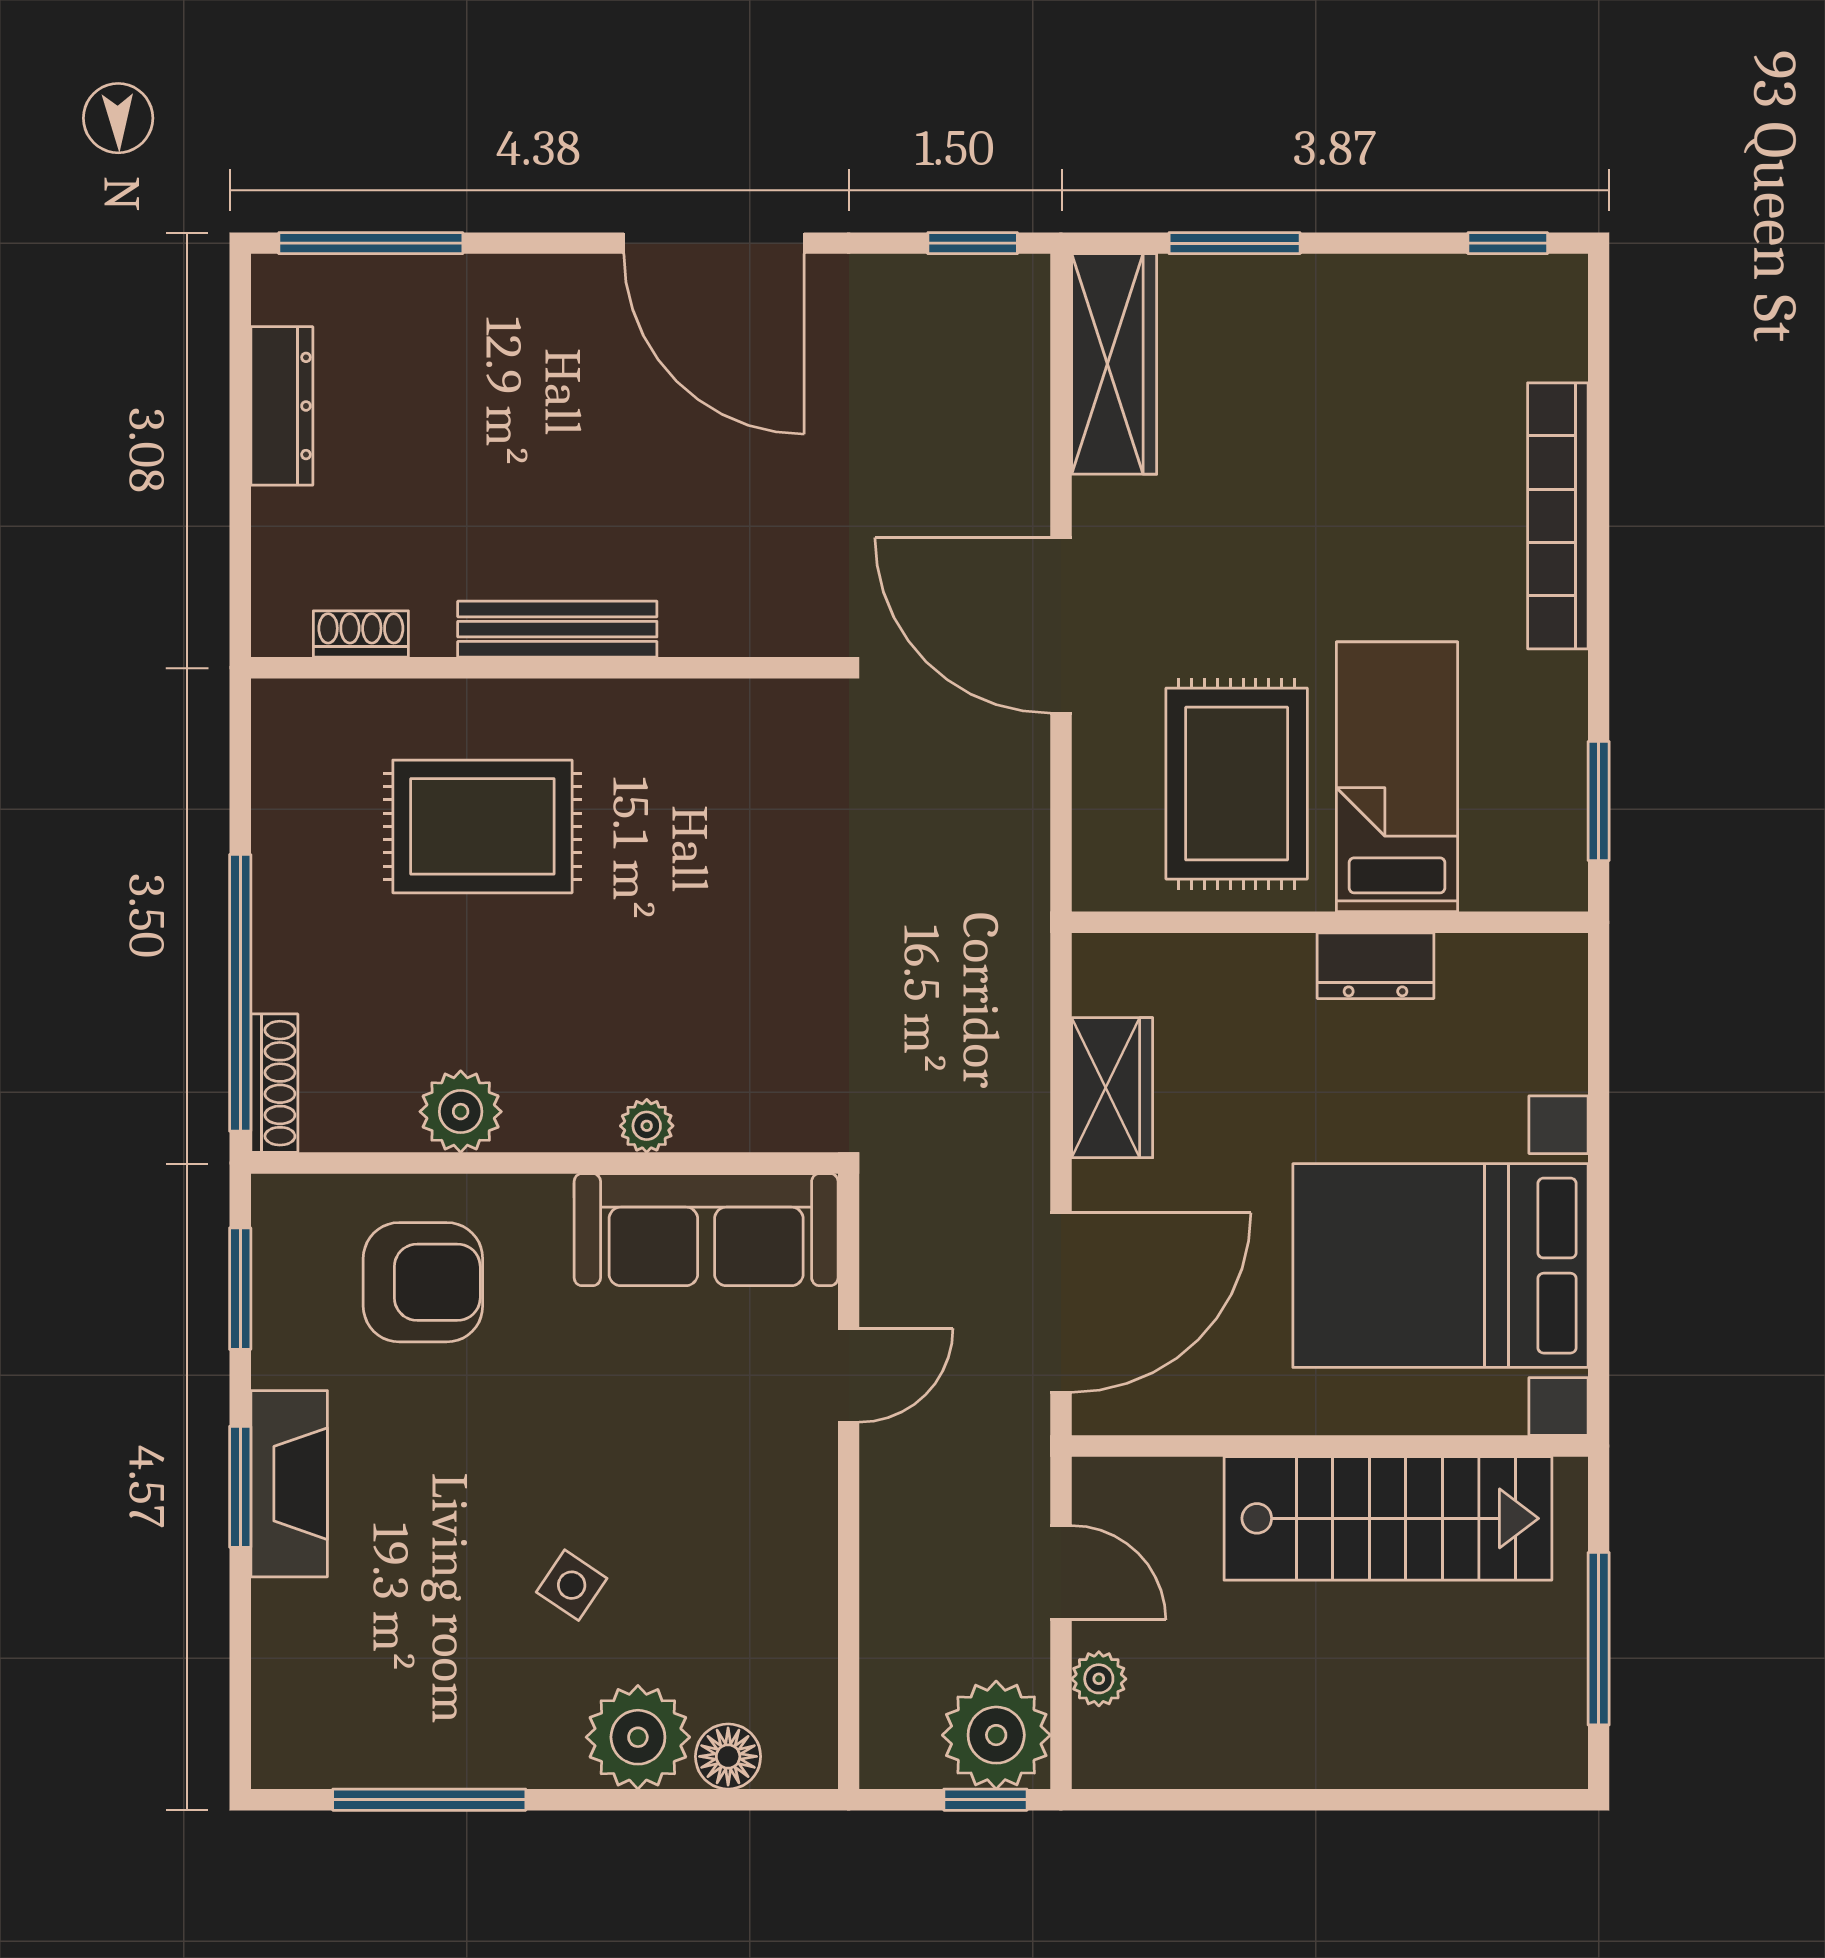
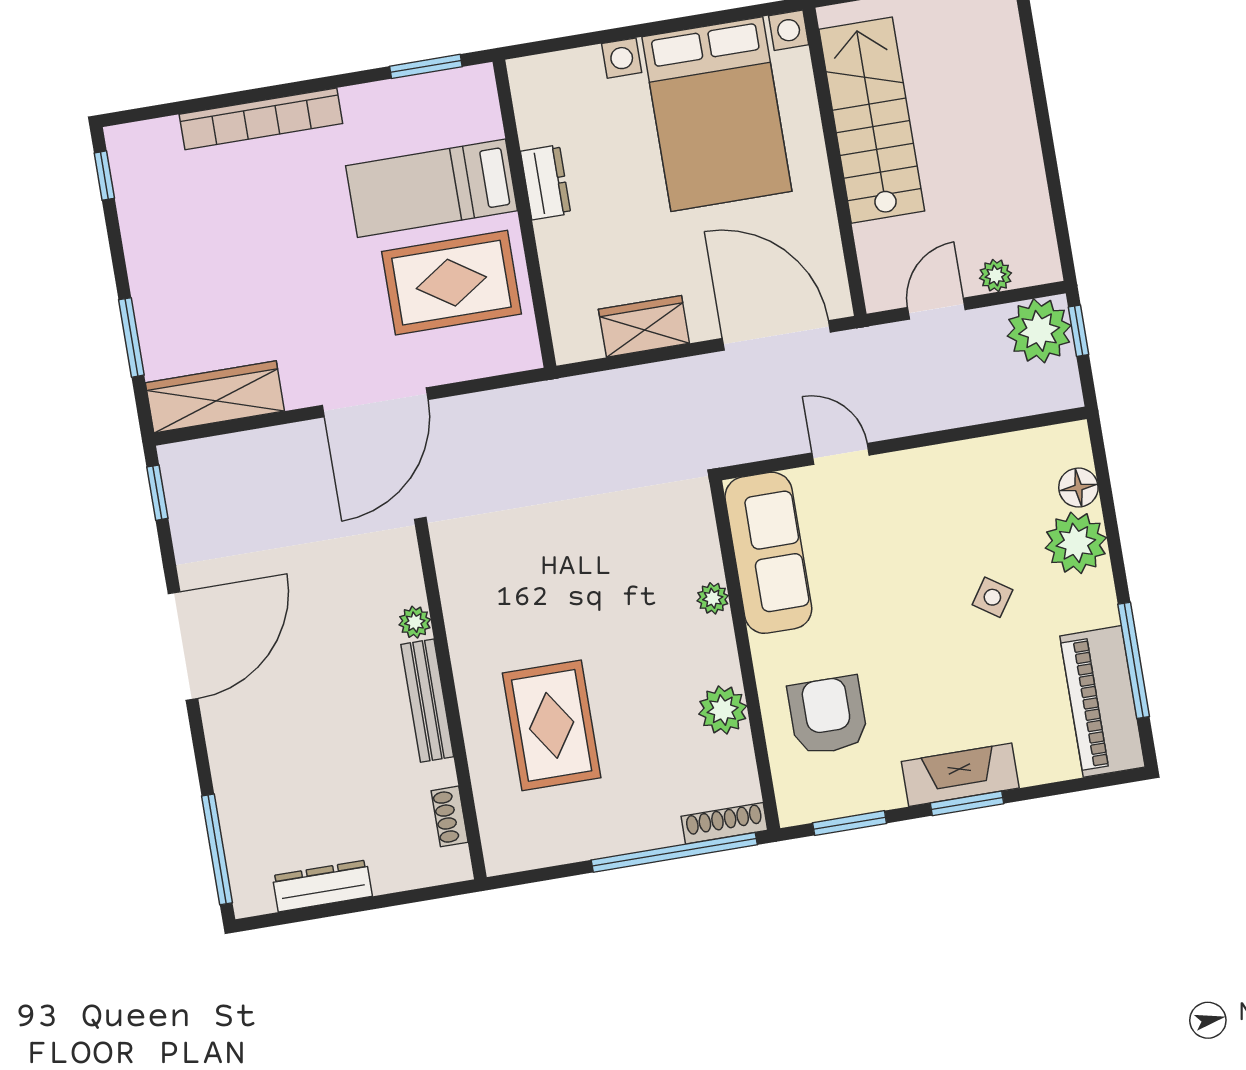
plant: (689, 630) -> (415, 622), added
piano: (370, 1737) -> (1102, 701), added

